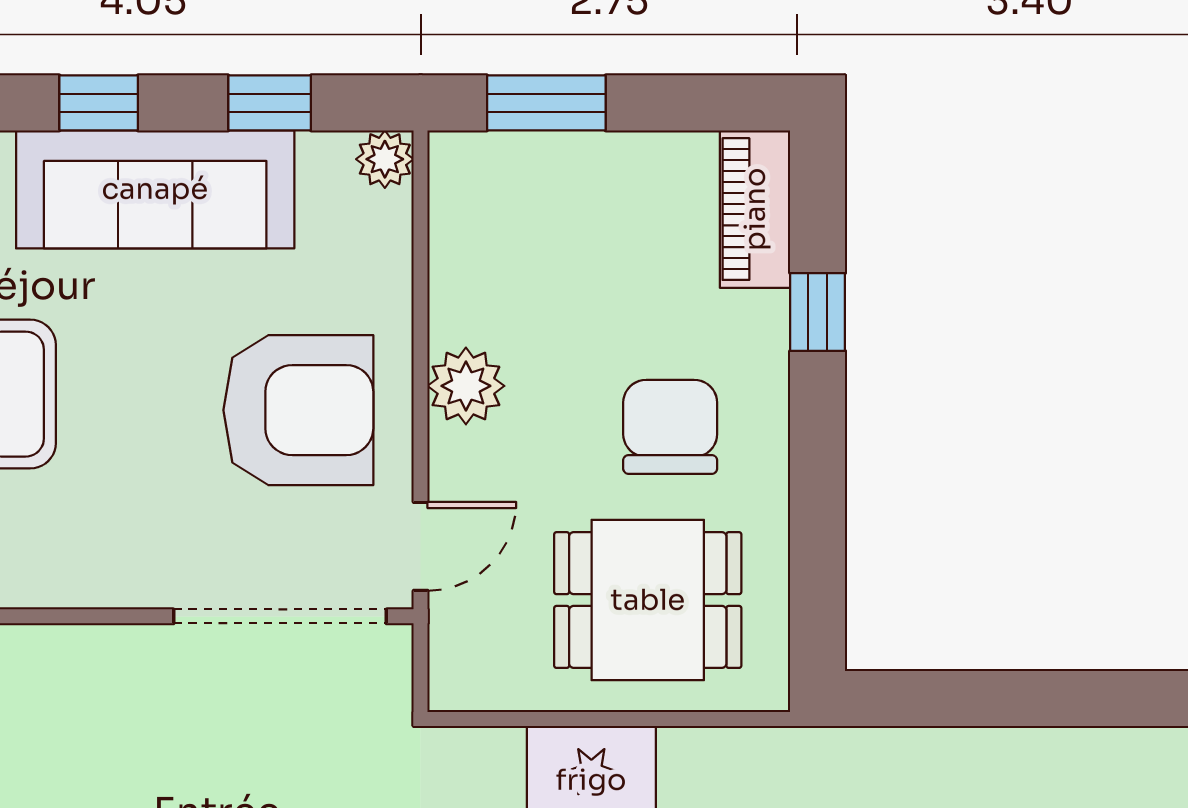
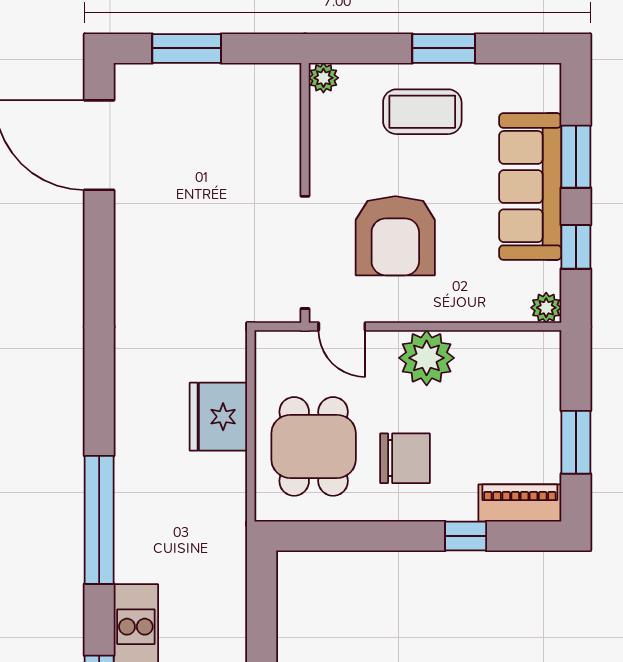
window: (99, 103) -> (576, 157), width x1.50
window: (546, 103) -> (576, 442), moved
plant: (466, 386) -> (427, 358), width x1.36, depth x1.36
armchair: (298, 410) -> (395, 236), moved

